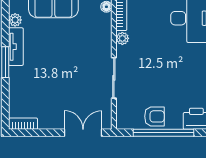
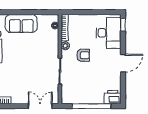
armchair: (154, 116) -> (83, 55), moved

